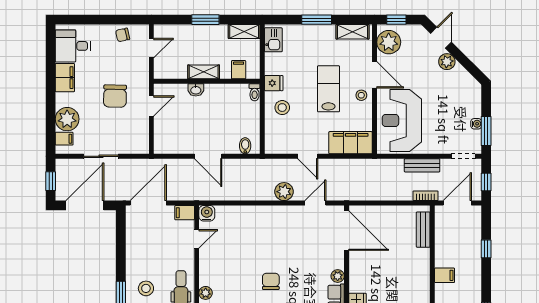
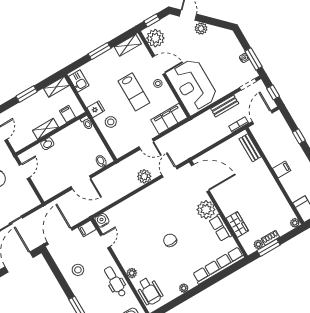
lab bench: (328, 89) -> (134, 92), turned 180
plant: (338, 276) -> (206, 210), width x1.88, depth x1.88
stool: (146, 288) -> (78, 270), moved

